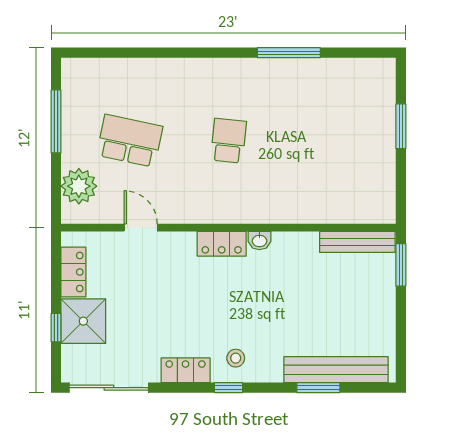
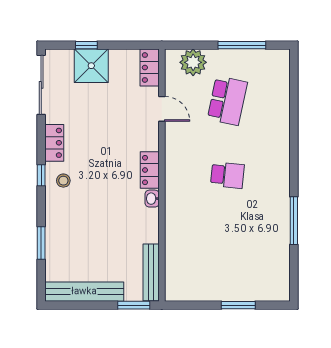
door: (141, 228) -> (162, 109), hinge flipped
locker: (73, 272) -> (150, 67), moved, turned 90
bench: (336, 370) -> (84, 292), moved, turned 90

